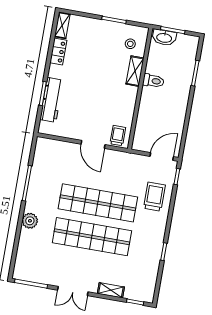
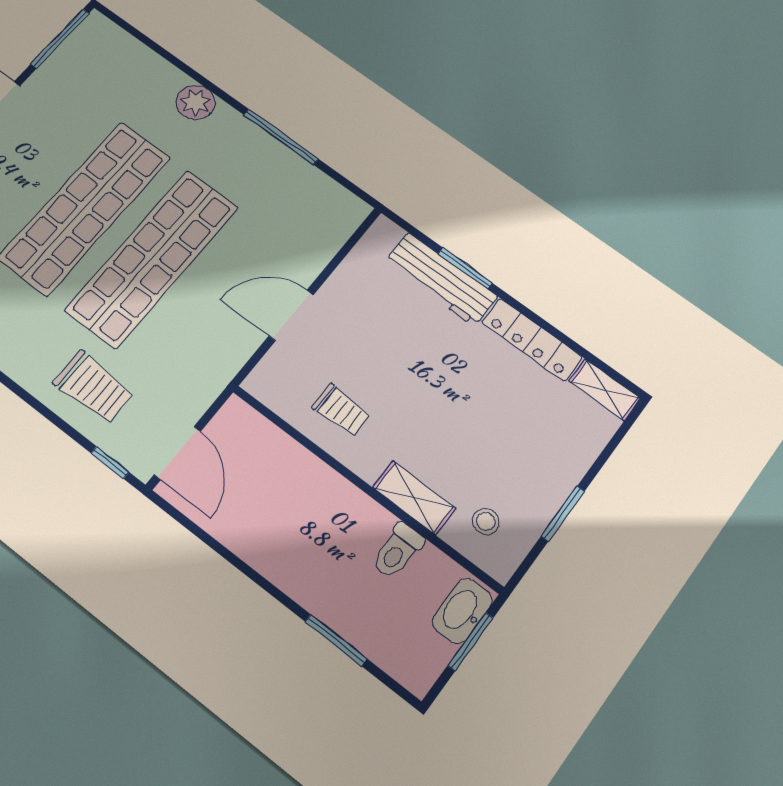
locker: (58, 52) -> (532, 340), width x1.53
toilet: (153, 81) -> (398, 551), moved
trolley: (118, 136) -> (341, 410), moved

